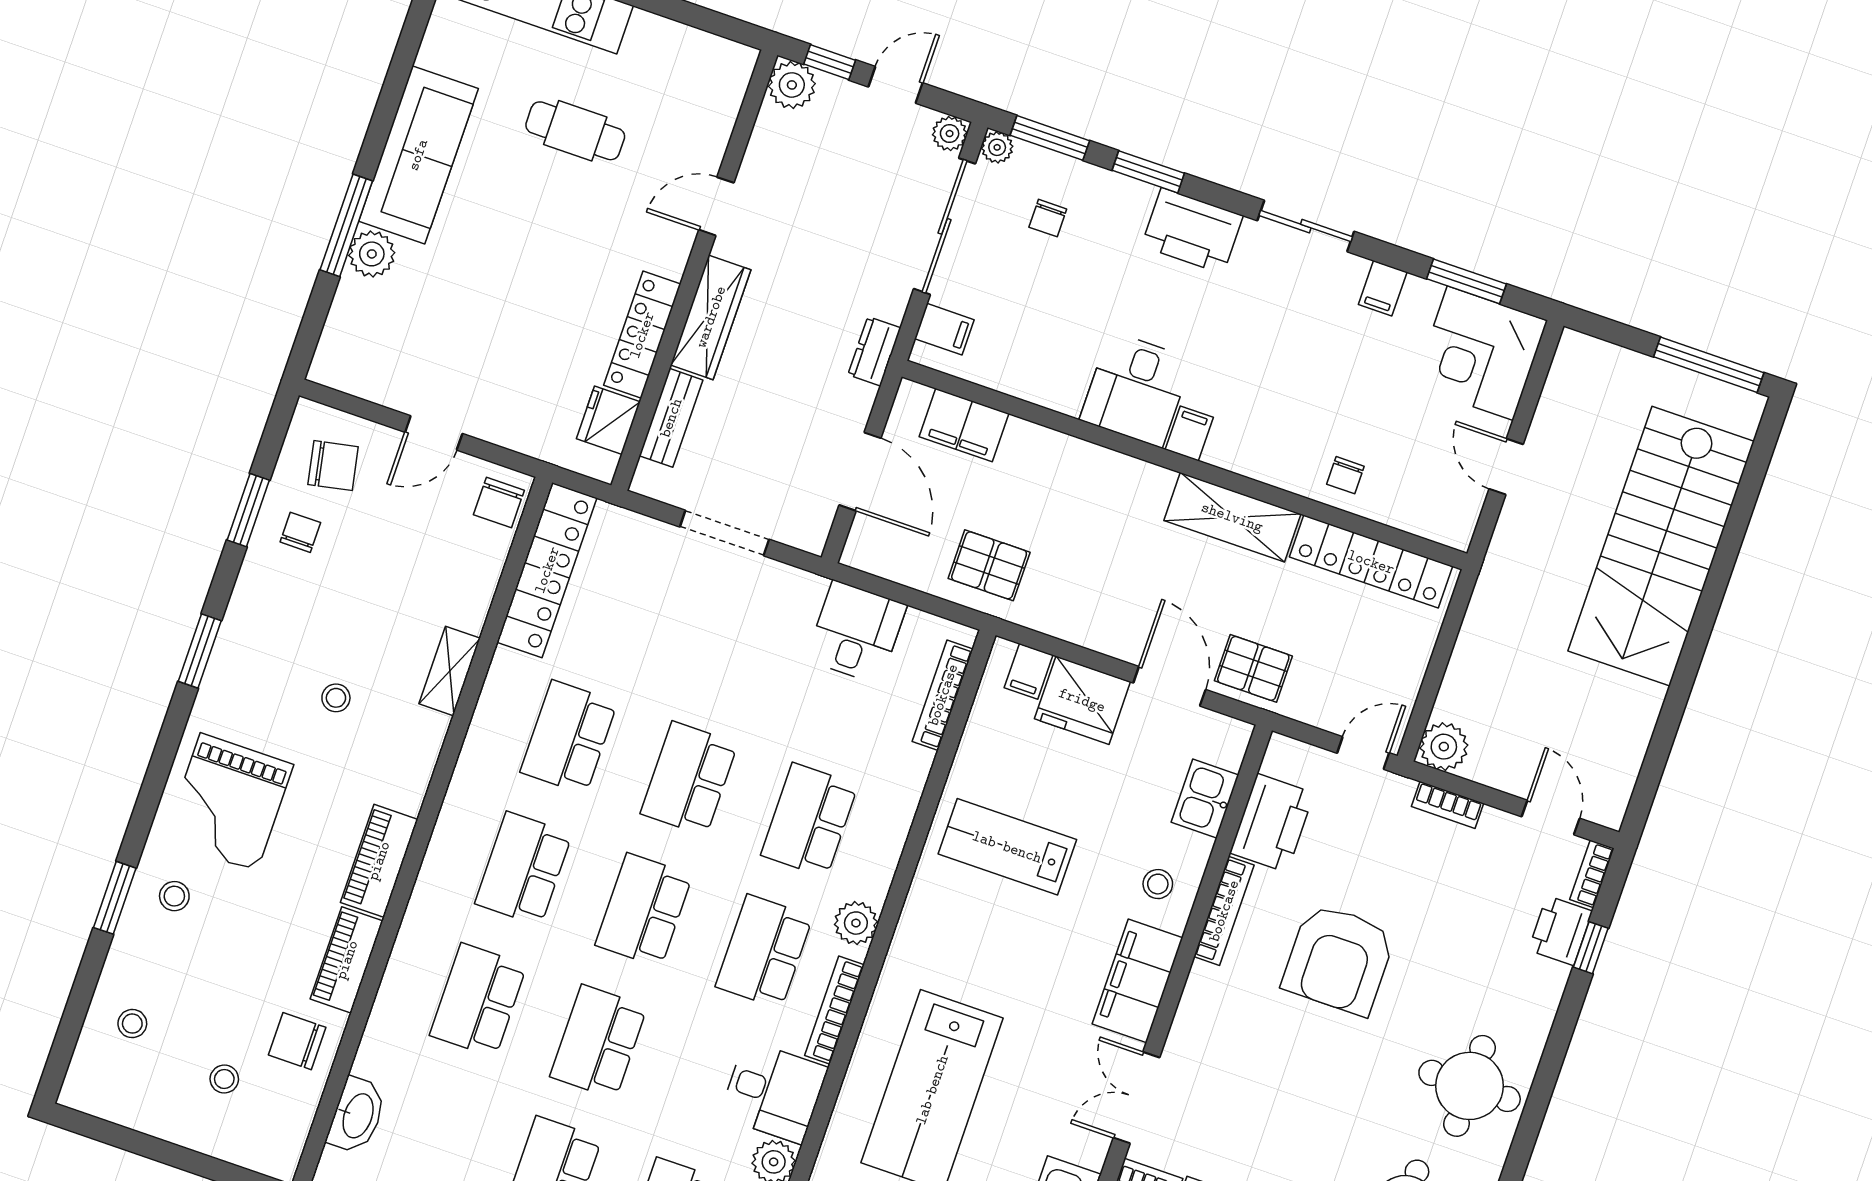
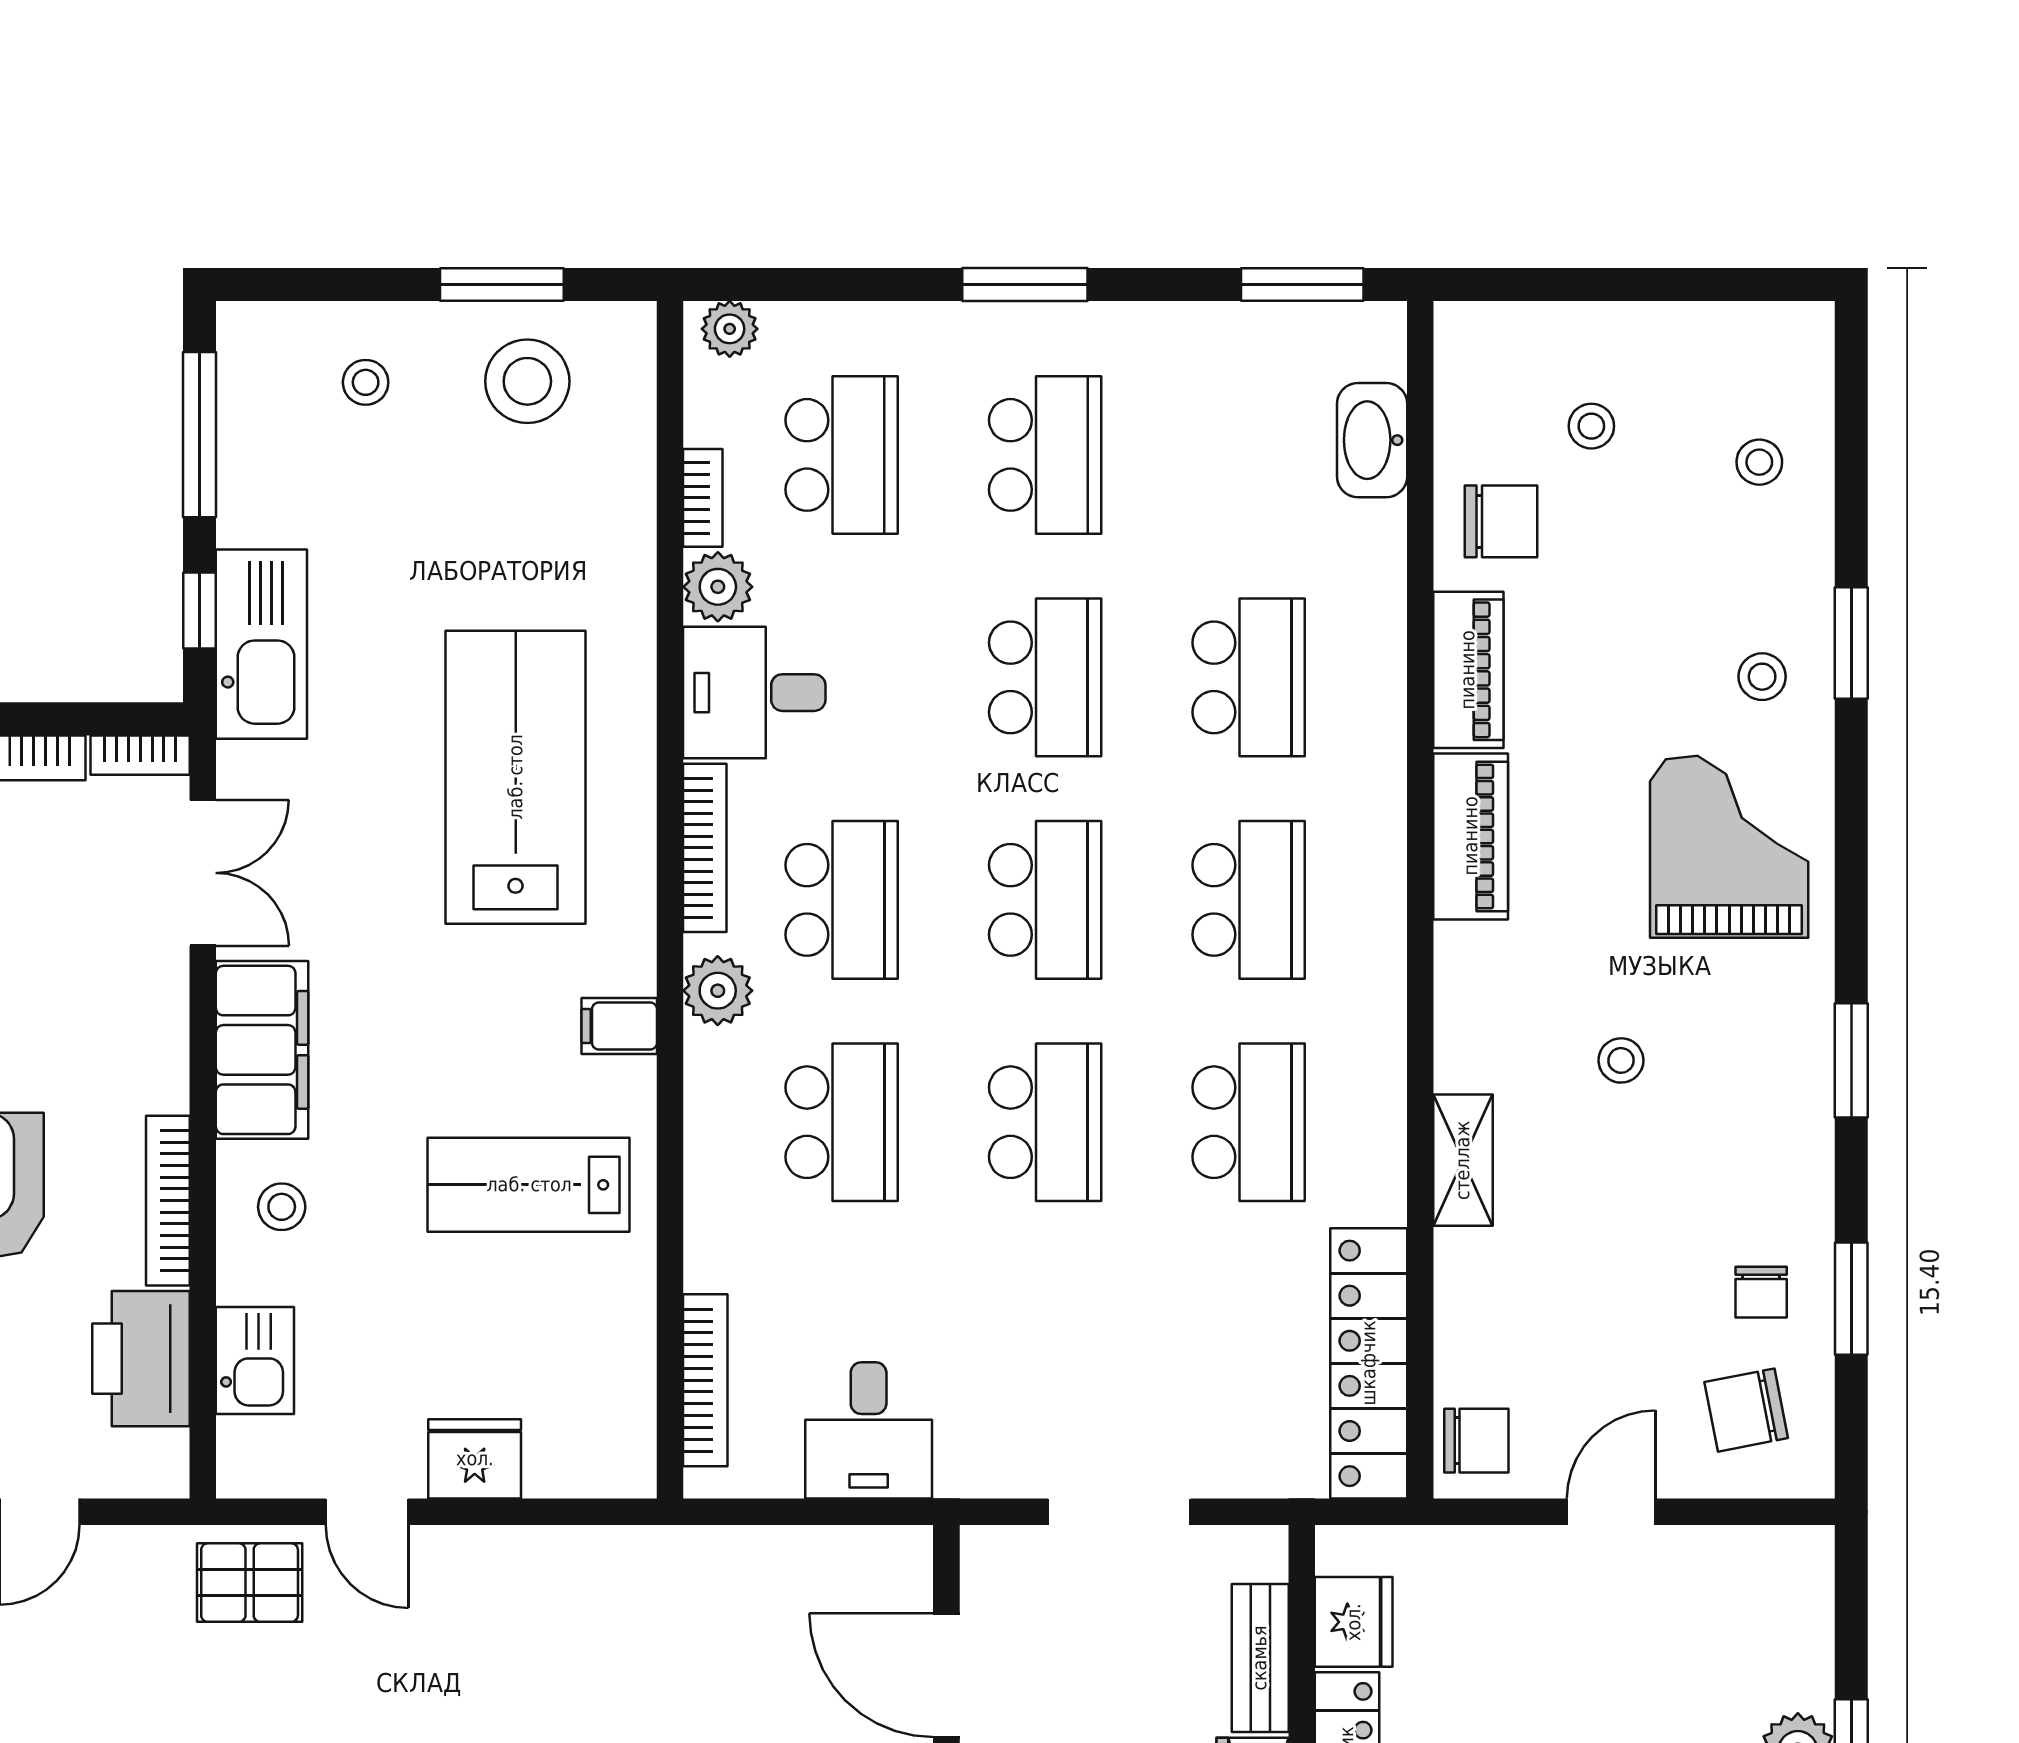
chair: (499, 503) -> (1476, 1441), turned 90
pallet: (989, 565) -> (703, 1601), removed
filing cabinet: (1029, 671) -> (619, 1026), moved, turned -90
door: (1169, 686) -> (367, 1512), width x0.73
fridge: (1082, 700) -> (475, 1459), width x0.73, depth x0.75
lab bench: (1007, 847) -> (529, 1185), turned 180

